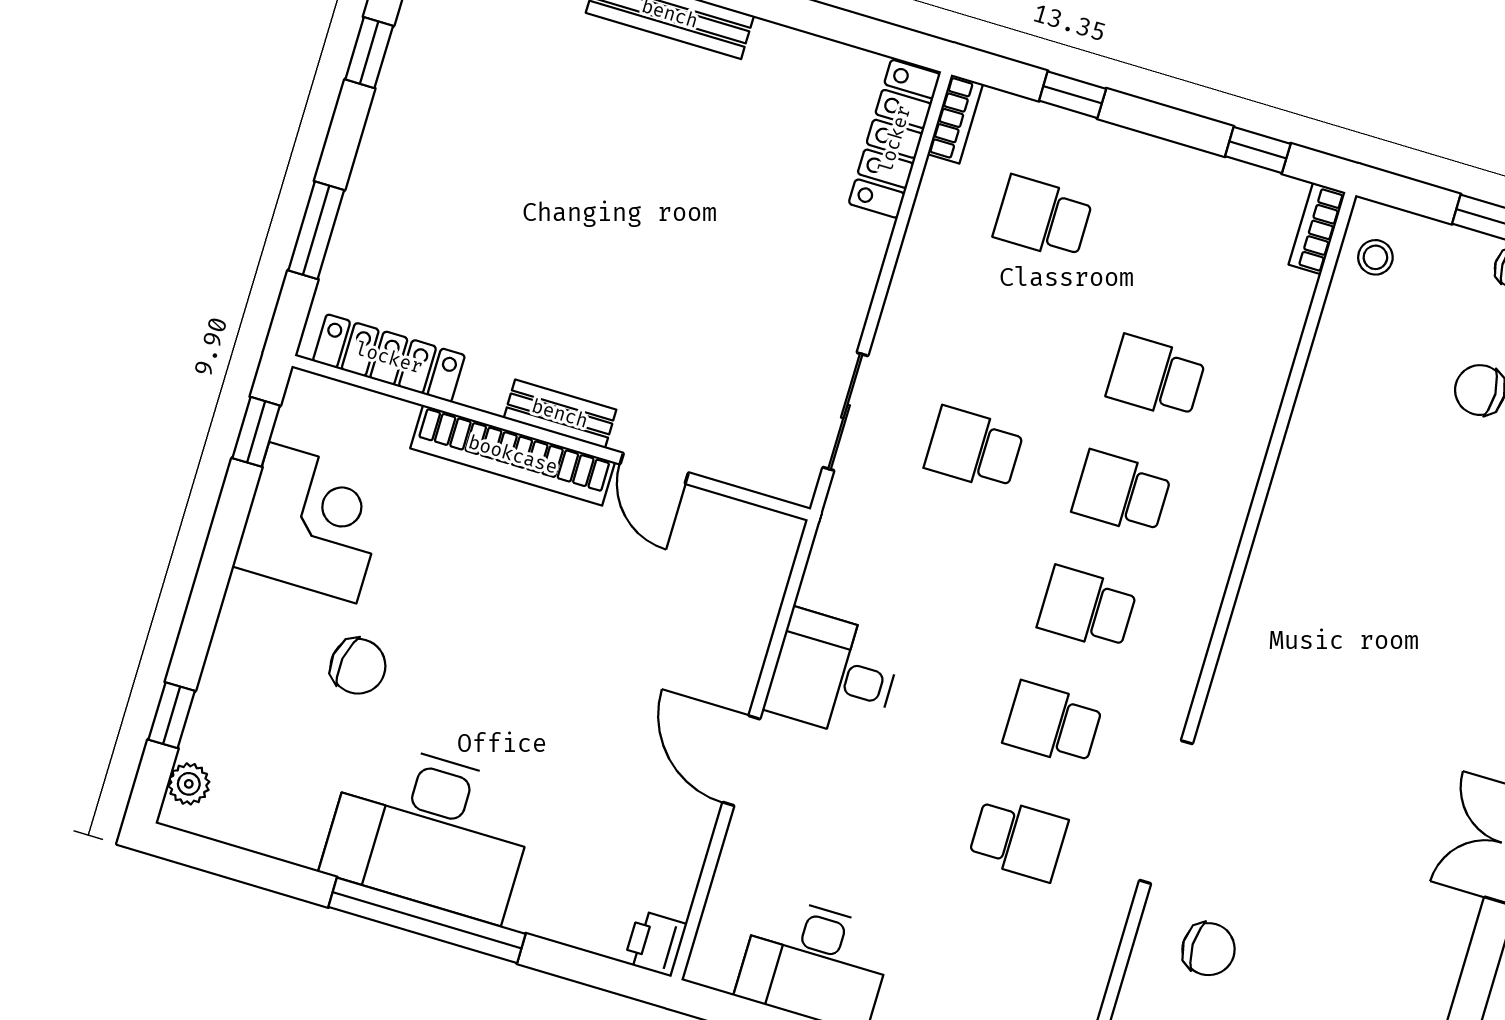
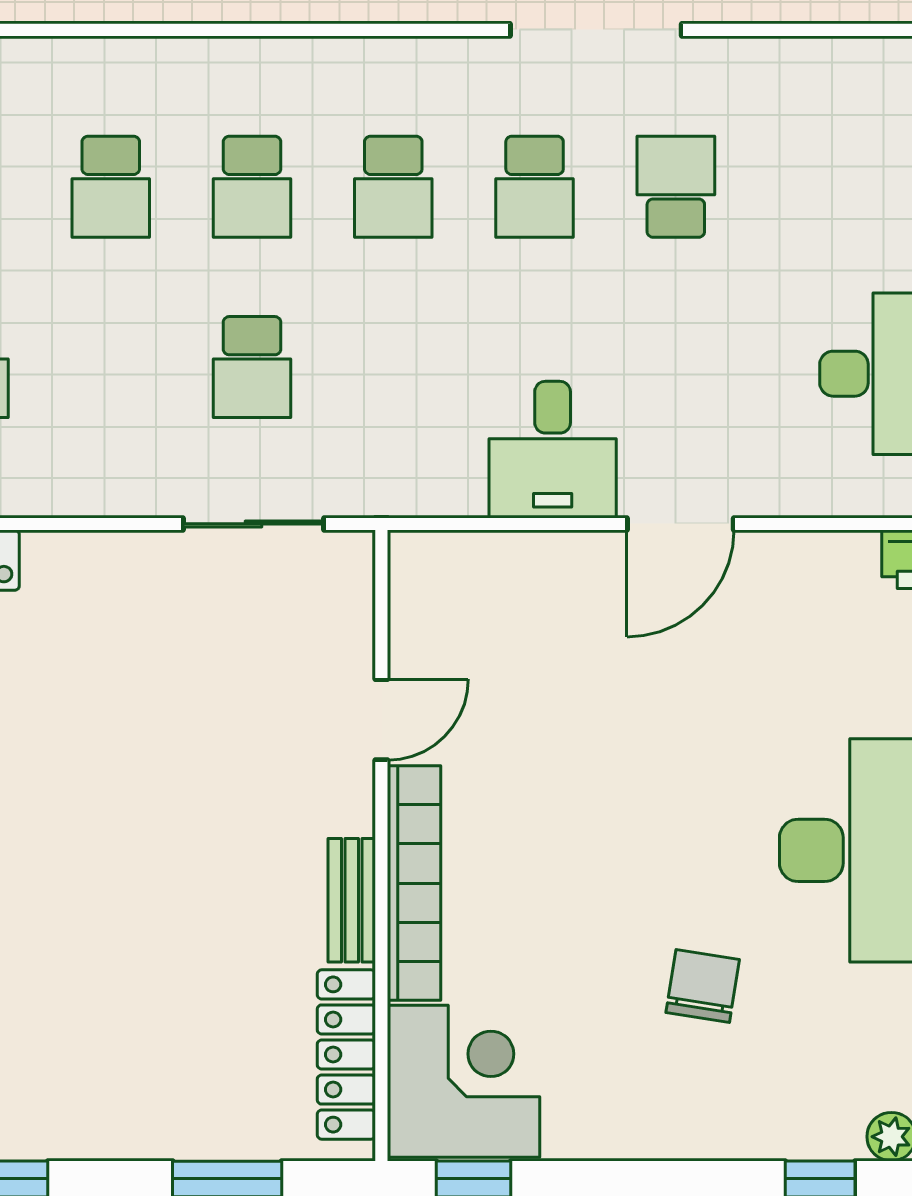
bench: (560, 414) -> (352, 900), moved
corner desk: (313, 523) -> (463, 1081), moved, turned 90

